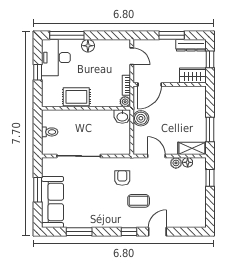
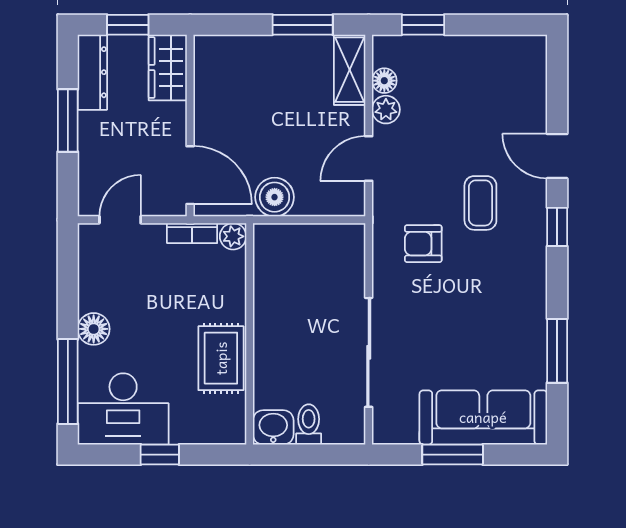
washbasin: (122, 117) -> (273, 427), moved, turned -90

